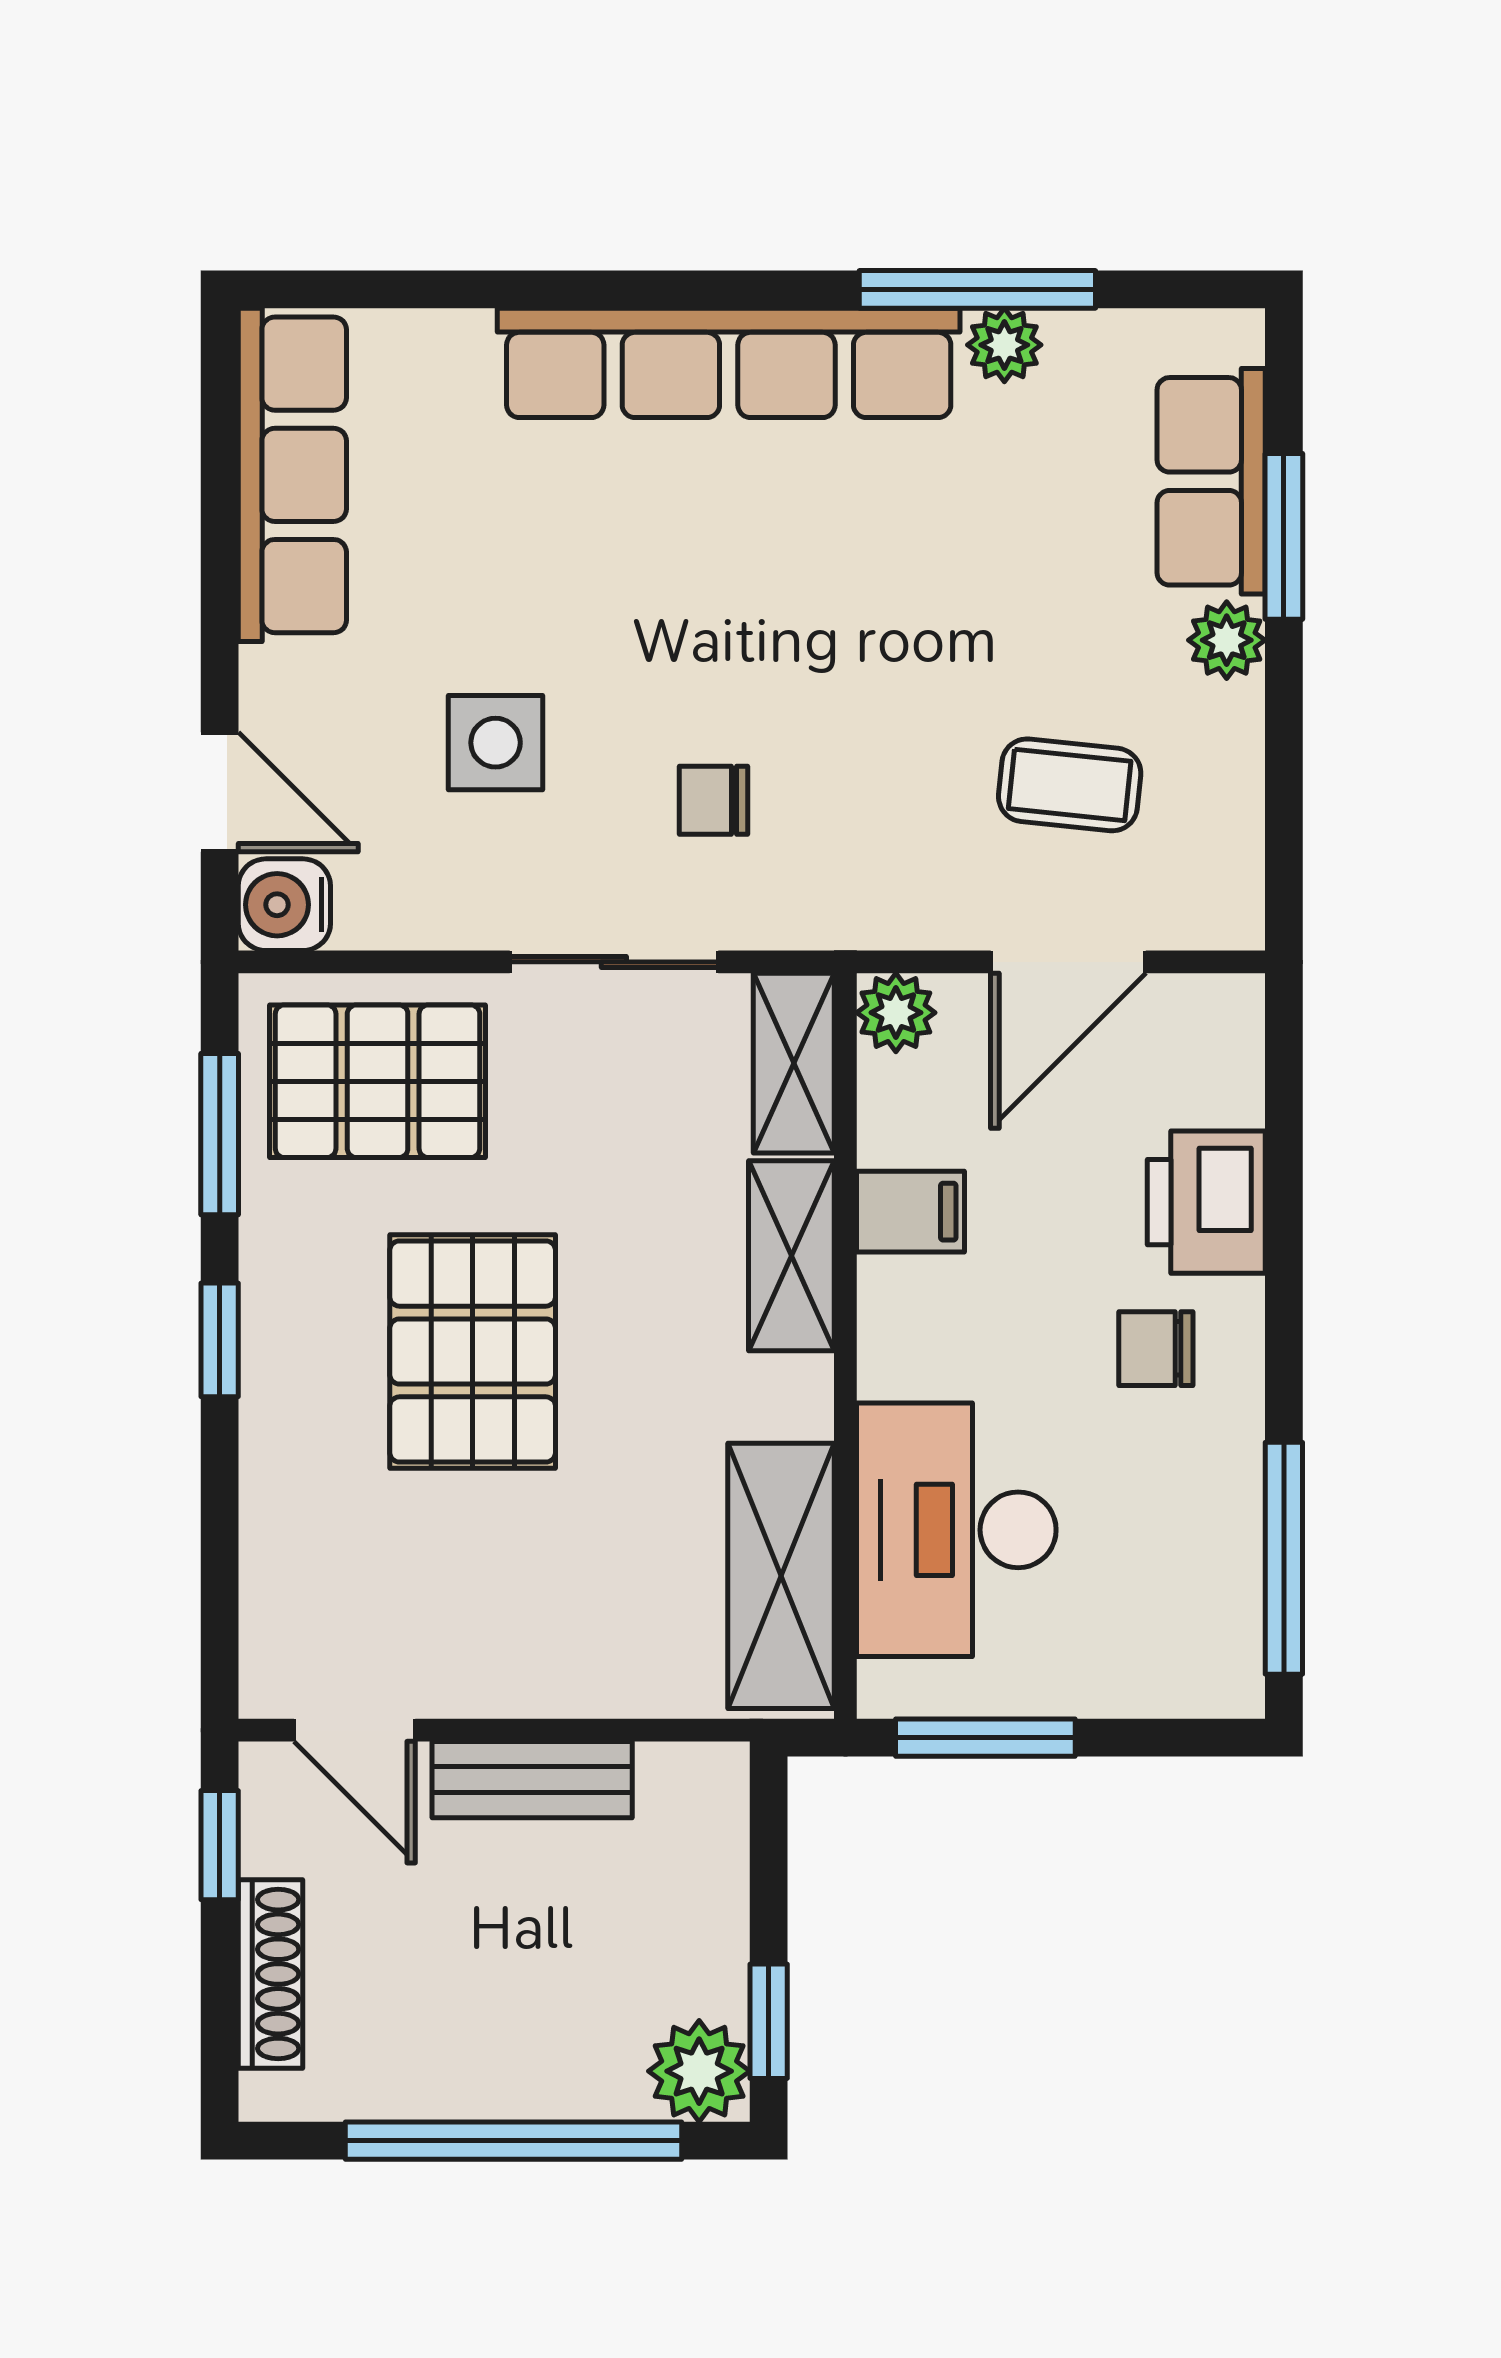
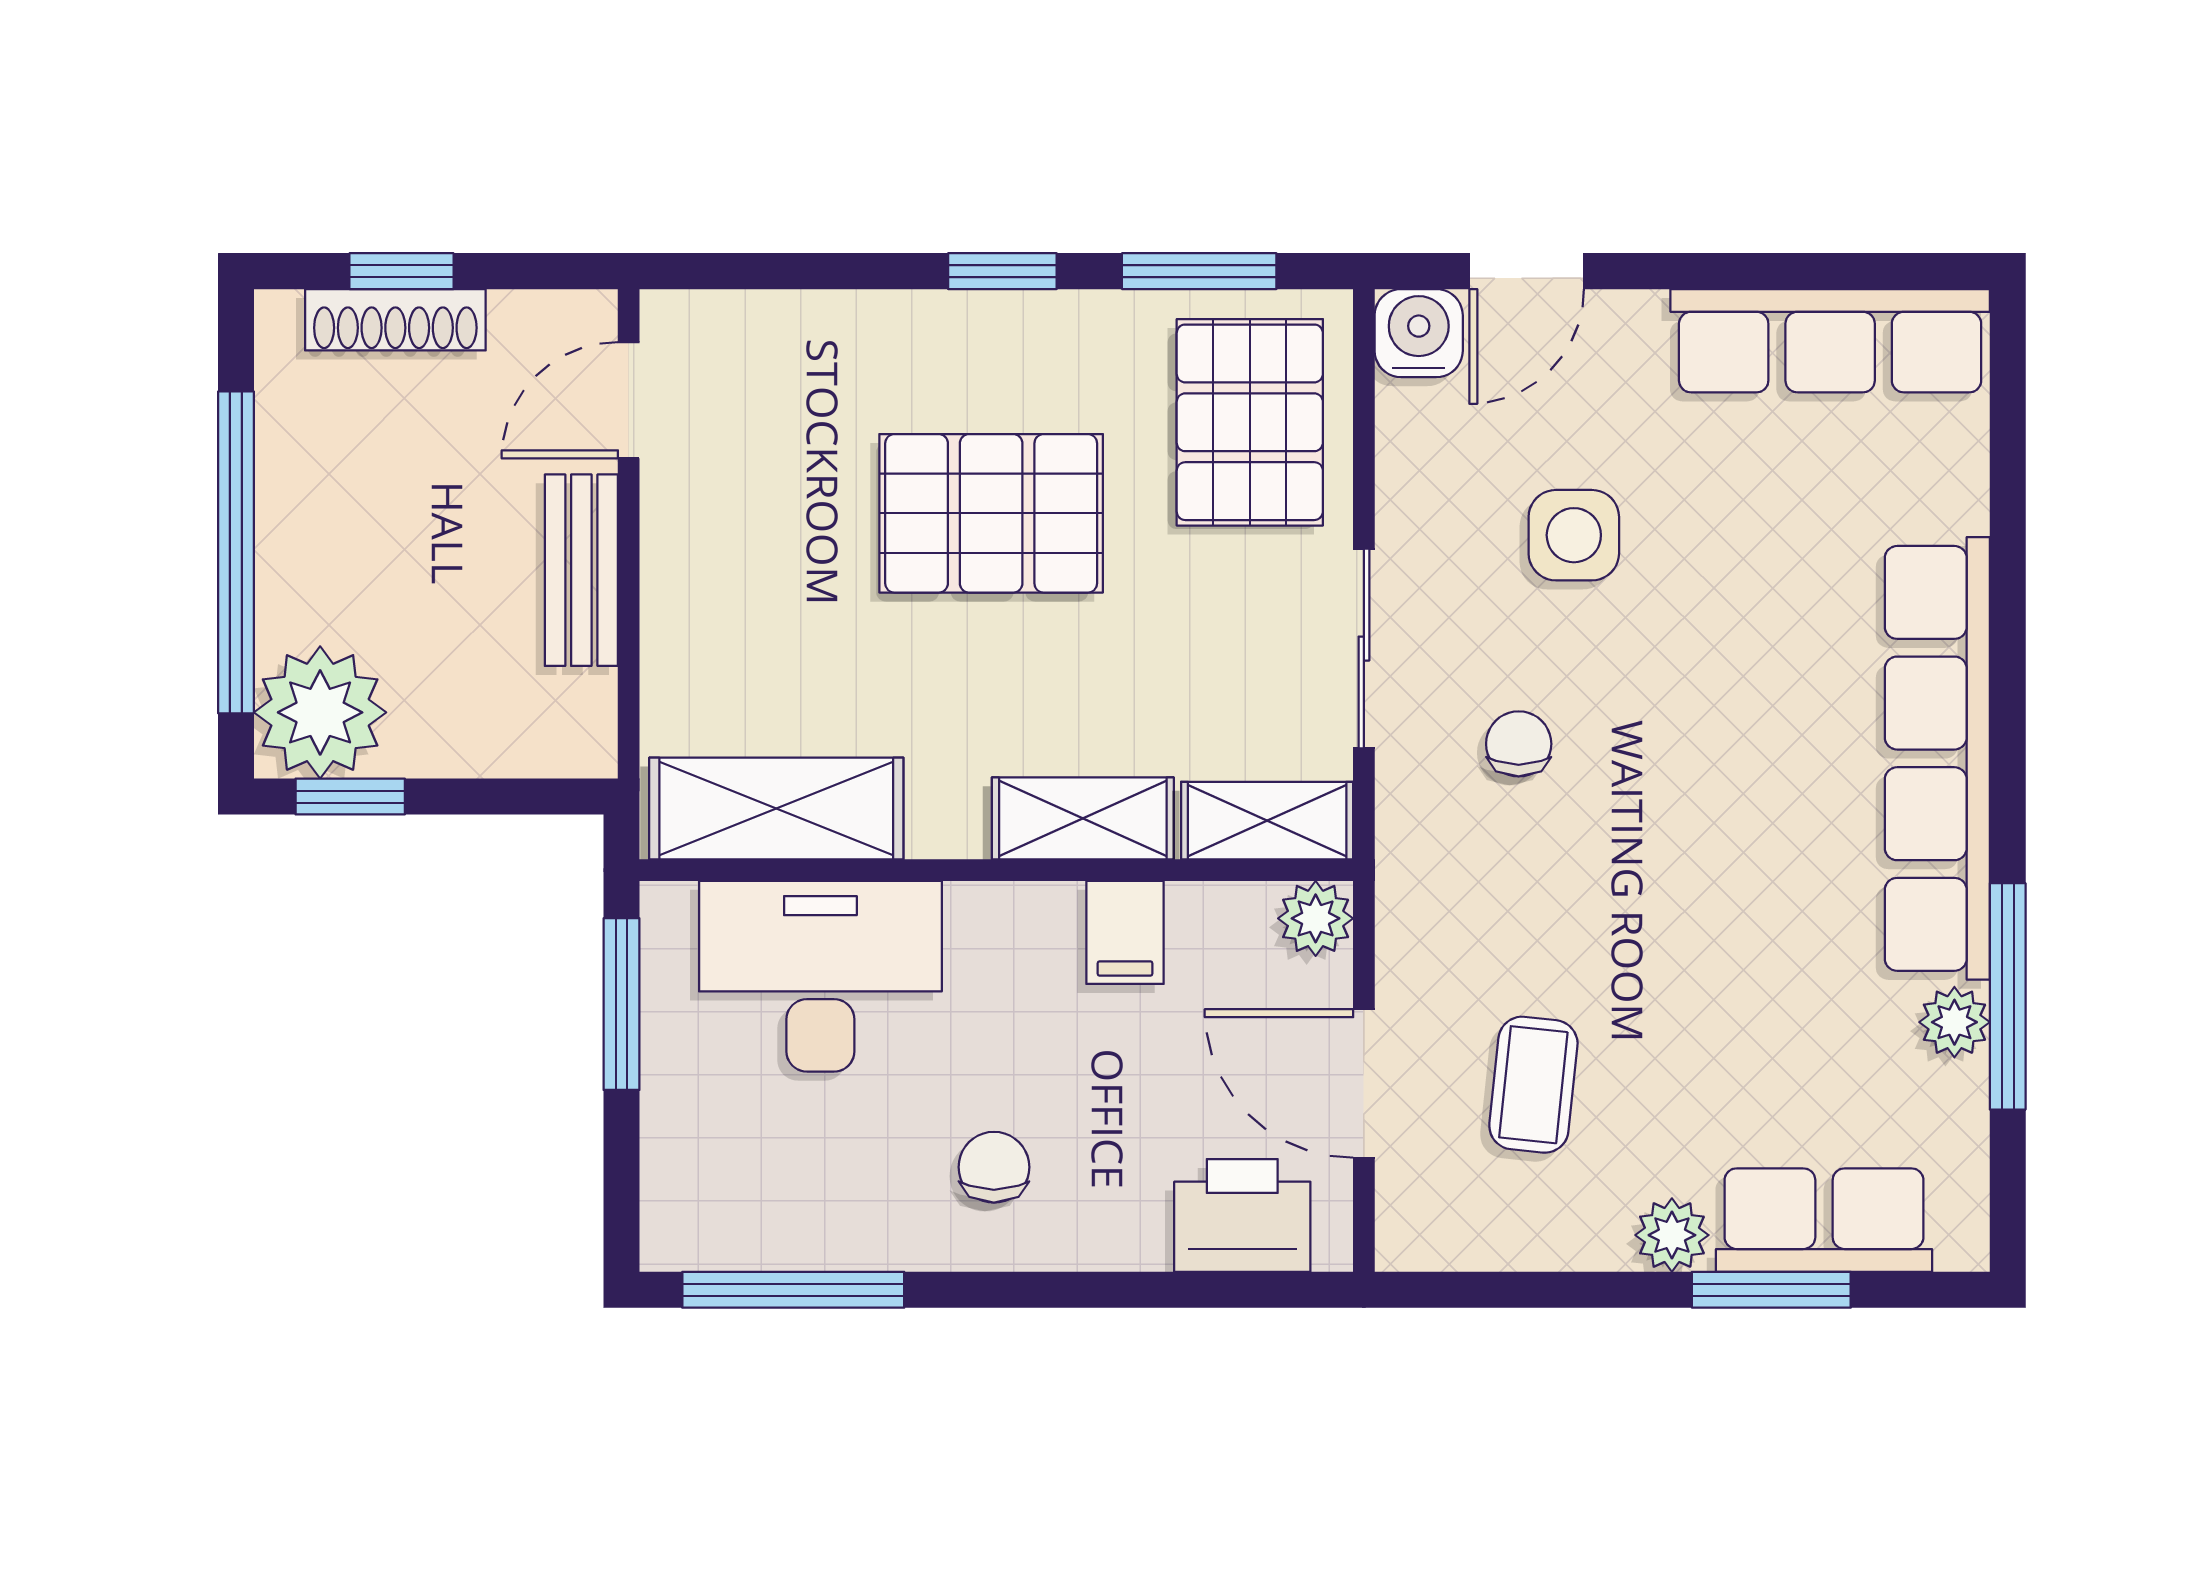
printer: (1206, 1202) -> (1242, 1215), moved
window: (220, 1845) -> (401, 271), moved
plant: (699, 2071) -> (320, 712), width x1.36, depth x1.36

